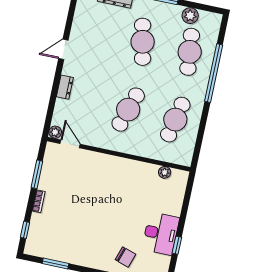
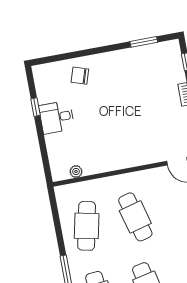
cafe table: (128, 110) -> (135, 217), turned -33
desk: (161, 233) -> (57, 117), width x0.73

